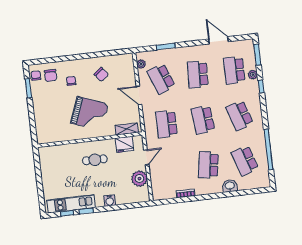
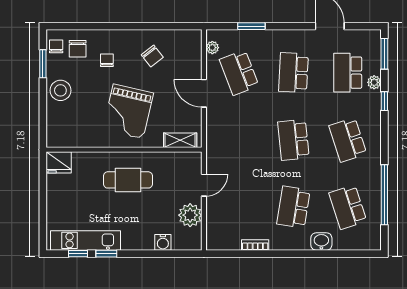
stool: (42, 105) -> (60, 90), added
grand piano: (89, 114) -> (128, 111), turned 82
school desk: (166, 124) -> (239, 140), removed
fridge: (124, 144) -> (59, 162), moved
cafe table: (95, 160) -> (128, 180), width x1.37, depth x1.35
water cooler: (110, 201) -> (163, 242), moved

